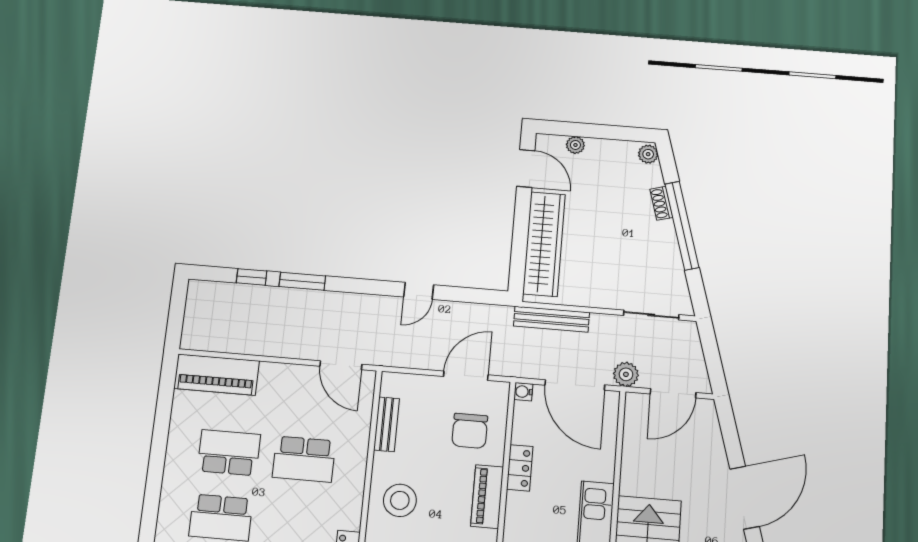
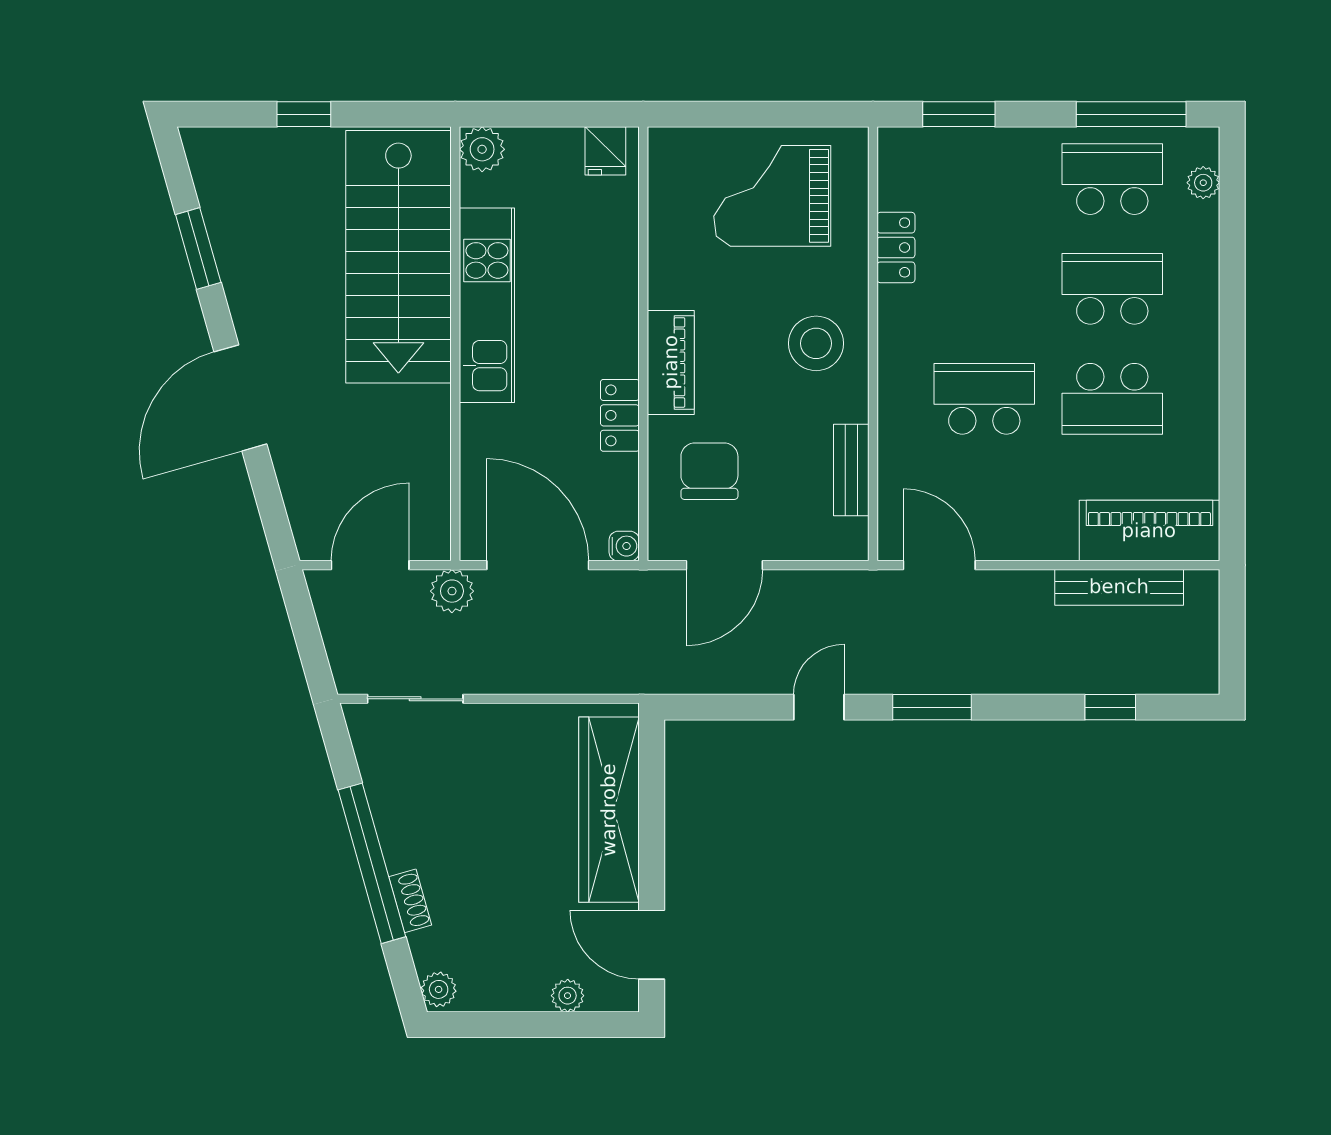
window: (302, 281) -> (932, 707), moved
bench: (552, 319) -> (1119, 587), moved

